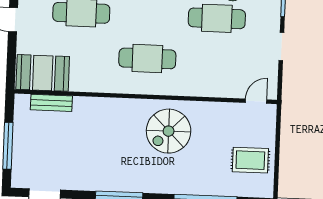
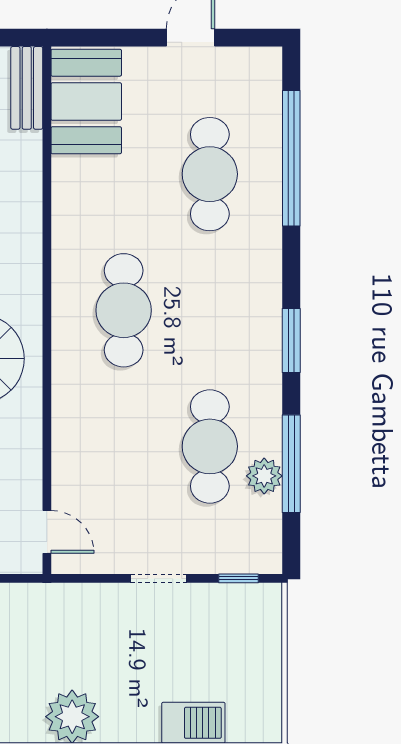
bench: (51, 103) -> (27, 88), moved

